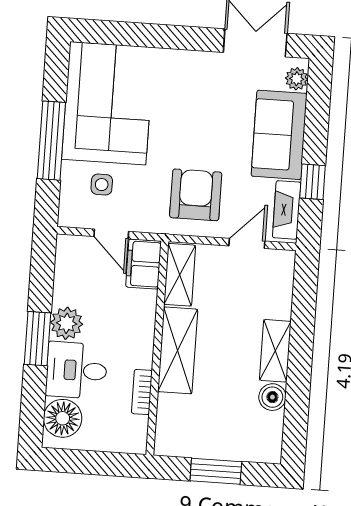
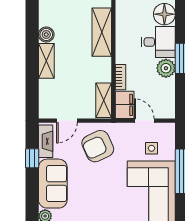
armchair: (196, 195) -> (98, 146), turned 65
shelving: (178, 350) -> (102, 32), moved
bookcase: (142, 392) -> (120, 77), moved

